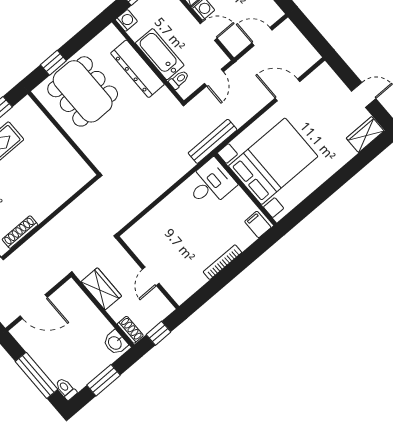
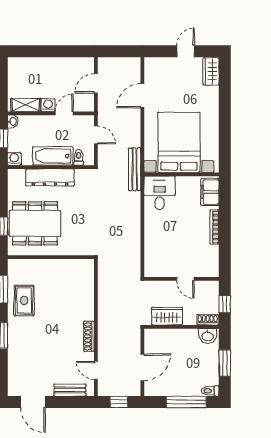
filing cabinet: (258, 224) -> (210, 192), width x2.00

